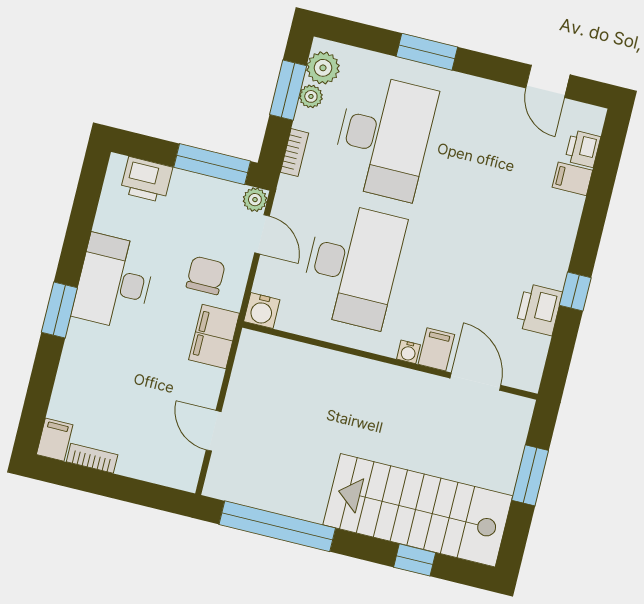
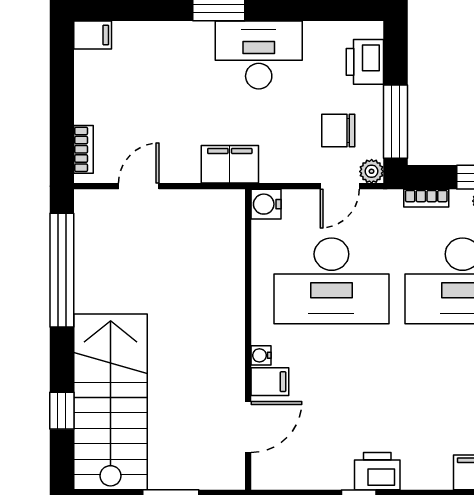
chair: (206, 275) -> (338, 131), moved, turned 180
printer: (539, 309) -> (377, 471), moved
bookcase: (92, 458) -> (83, 149), moved

